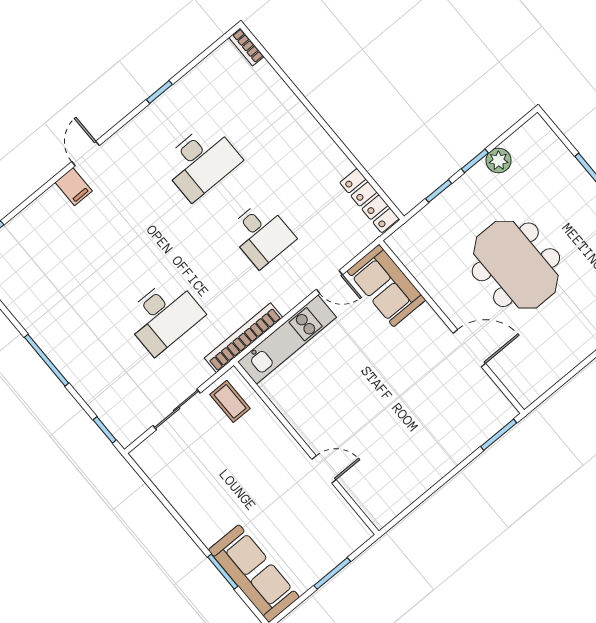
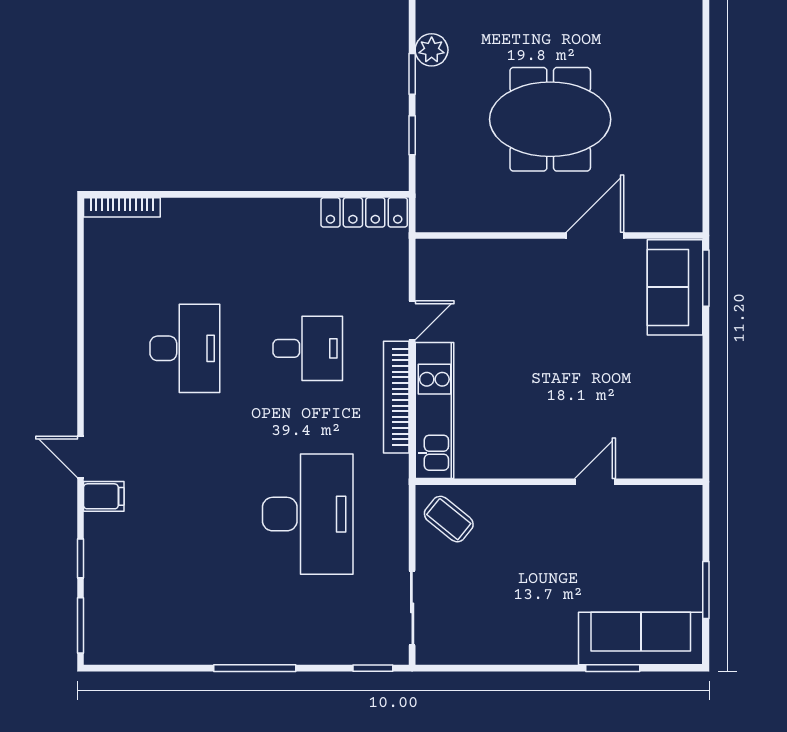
bookcase: (246, 47) -> (122, 207), width x1.56
window: (159, 92) -> (81, 558), moved
sofa: (386, 285) -> (675, 287), moved, turned 90
desk: (164, 316) -> (308, 514), width x1.36, depth x1.30
bookcase: (243, 338) -> (396, 397), moved
coffee table: (230, 401) -> (449, 519), turned 39
sliding door: (177, 409) -> (412, 608), moved
window: (332, 573) -> (706, 590), moved

